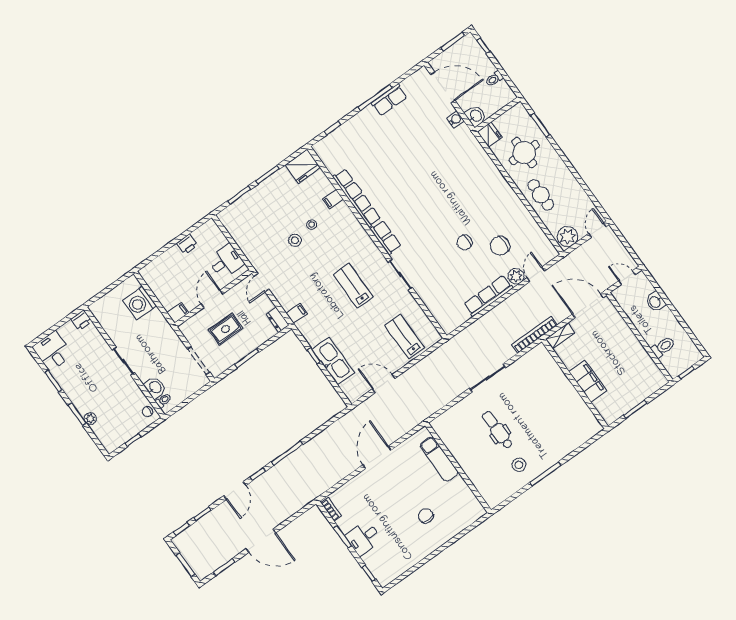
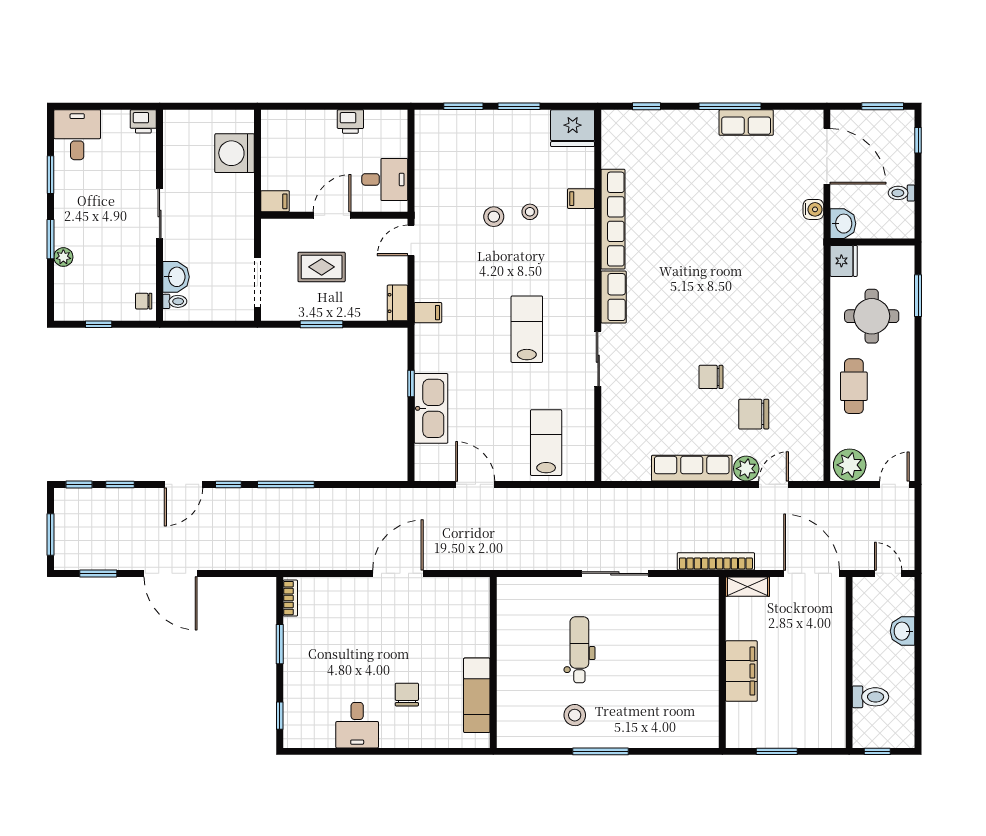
exam couch: (439, 459) -> (477, 695), moved
desk: (364, 538) -> (357, 725), moved, turned -90

